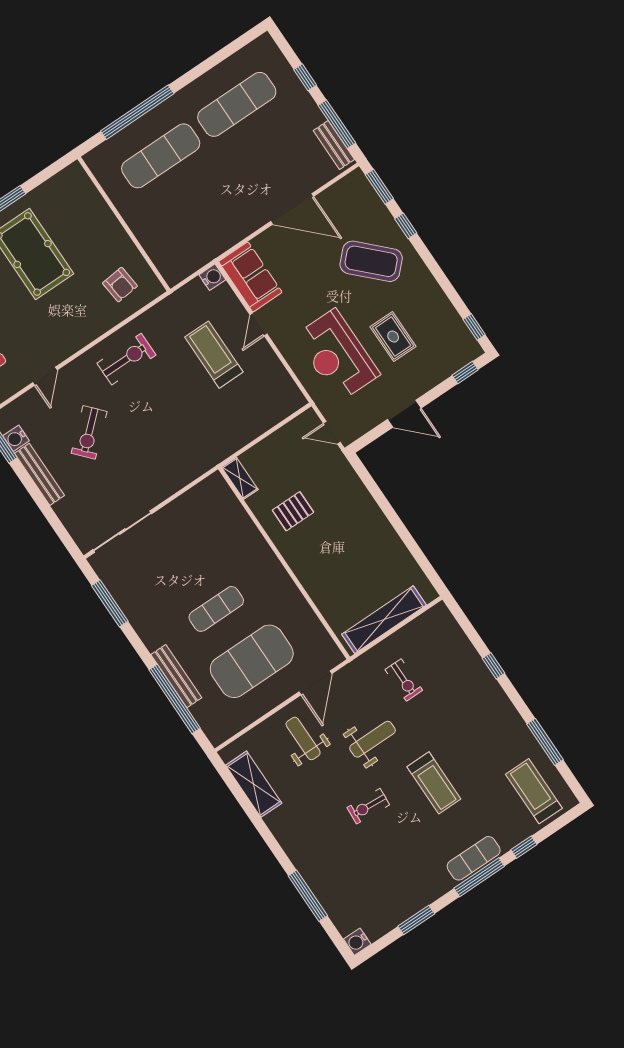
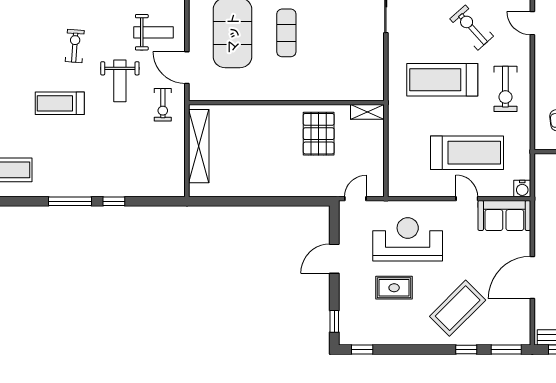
treadmill: (214, 355) -> (467, 153), width x1.37, depth x1.37
treadmill: (159, 427) -> (442, 80), added
pallet: (293, 511) -> (319, 134), width x1.50, depth x1.42
exercise bike: (404, 680) -> (163, 105), moved, turned -90
window: (545, 742) -> (70, 201), moved

